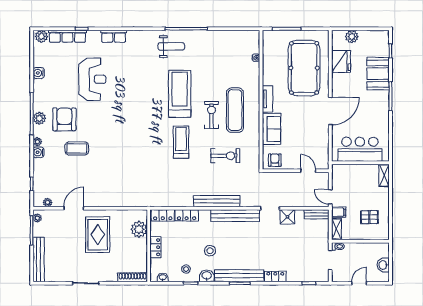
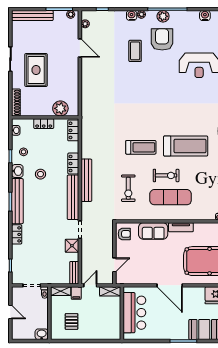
armchair: (64, 119) -> (162, 39), turned -90
shelving: (384, 175) -> (110, 291), moved
locker: (187, 215) -> (73, 163), moved
rug: (98, 235) -> (36, 70), moved, turned 90
washbasin: (383, 265) -> (42, 334), moved

